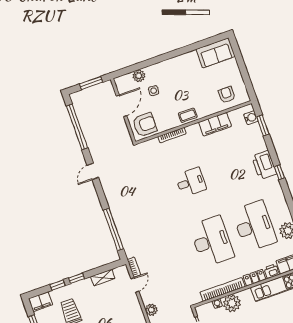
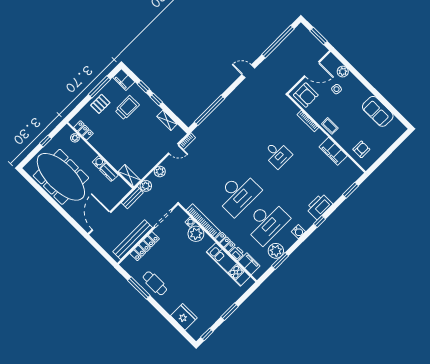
sofa: (216, 53) -> (378, 111), moved
water cooler: (251, 118) -> (298, 232), moved

